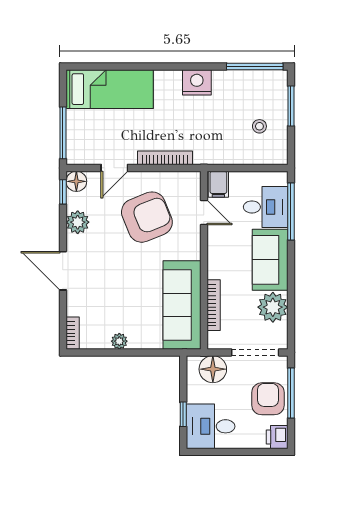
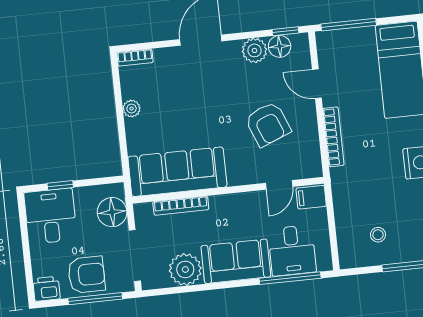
floor lamp: (76, 181) -> (280, 46), moved
armchair: (147, 217) -> (268, 124), width x0.73, depth x0.73

